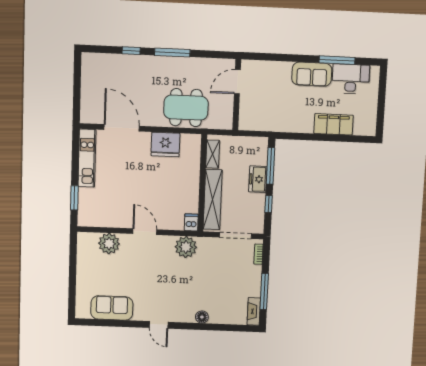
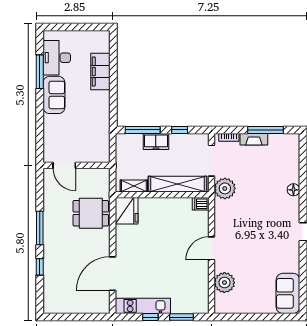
dining table: (186, 108) -> (91, 213), width x0.73
fridge: (165, 144) -> (127, 211), moved
window: (75, 166) -> (150, 317), added
plant: (186, 247) -> (225, 188), moved
sofa: (112, 308) -> (288, 293), moved
fireplace: (254, 311) -> (254, 139), moved

